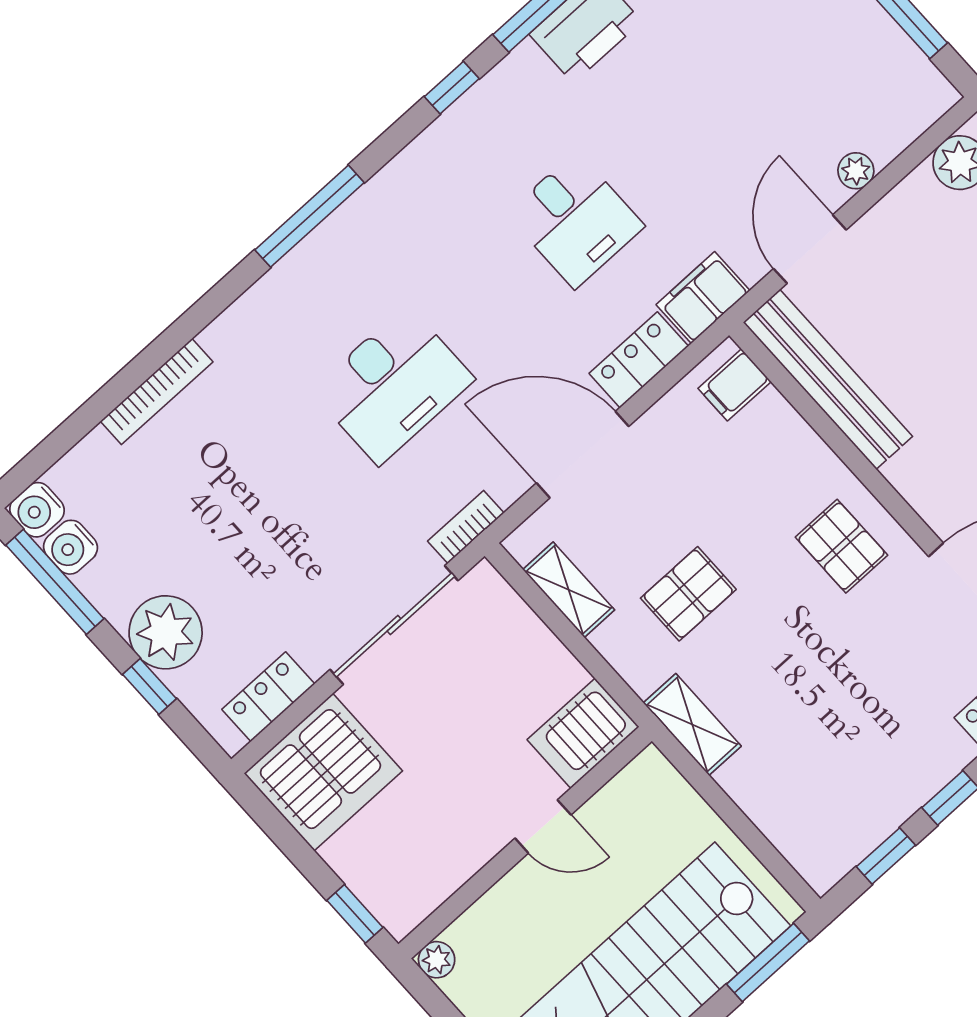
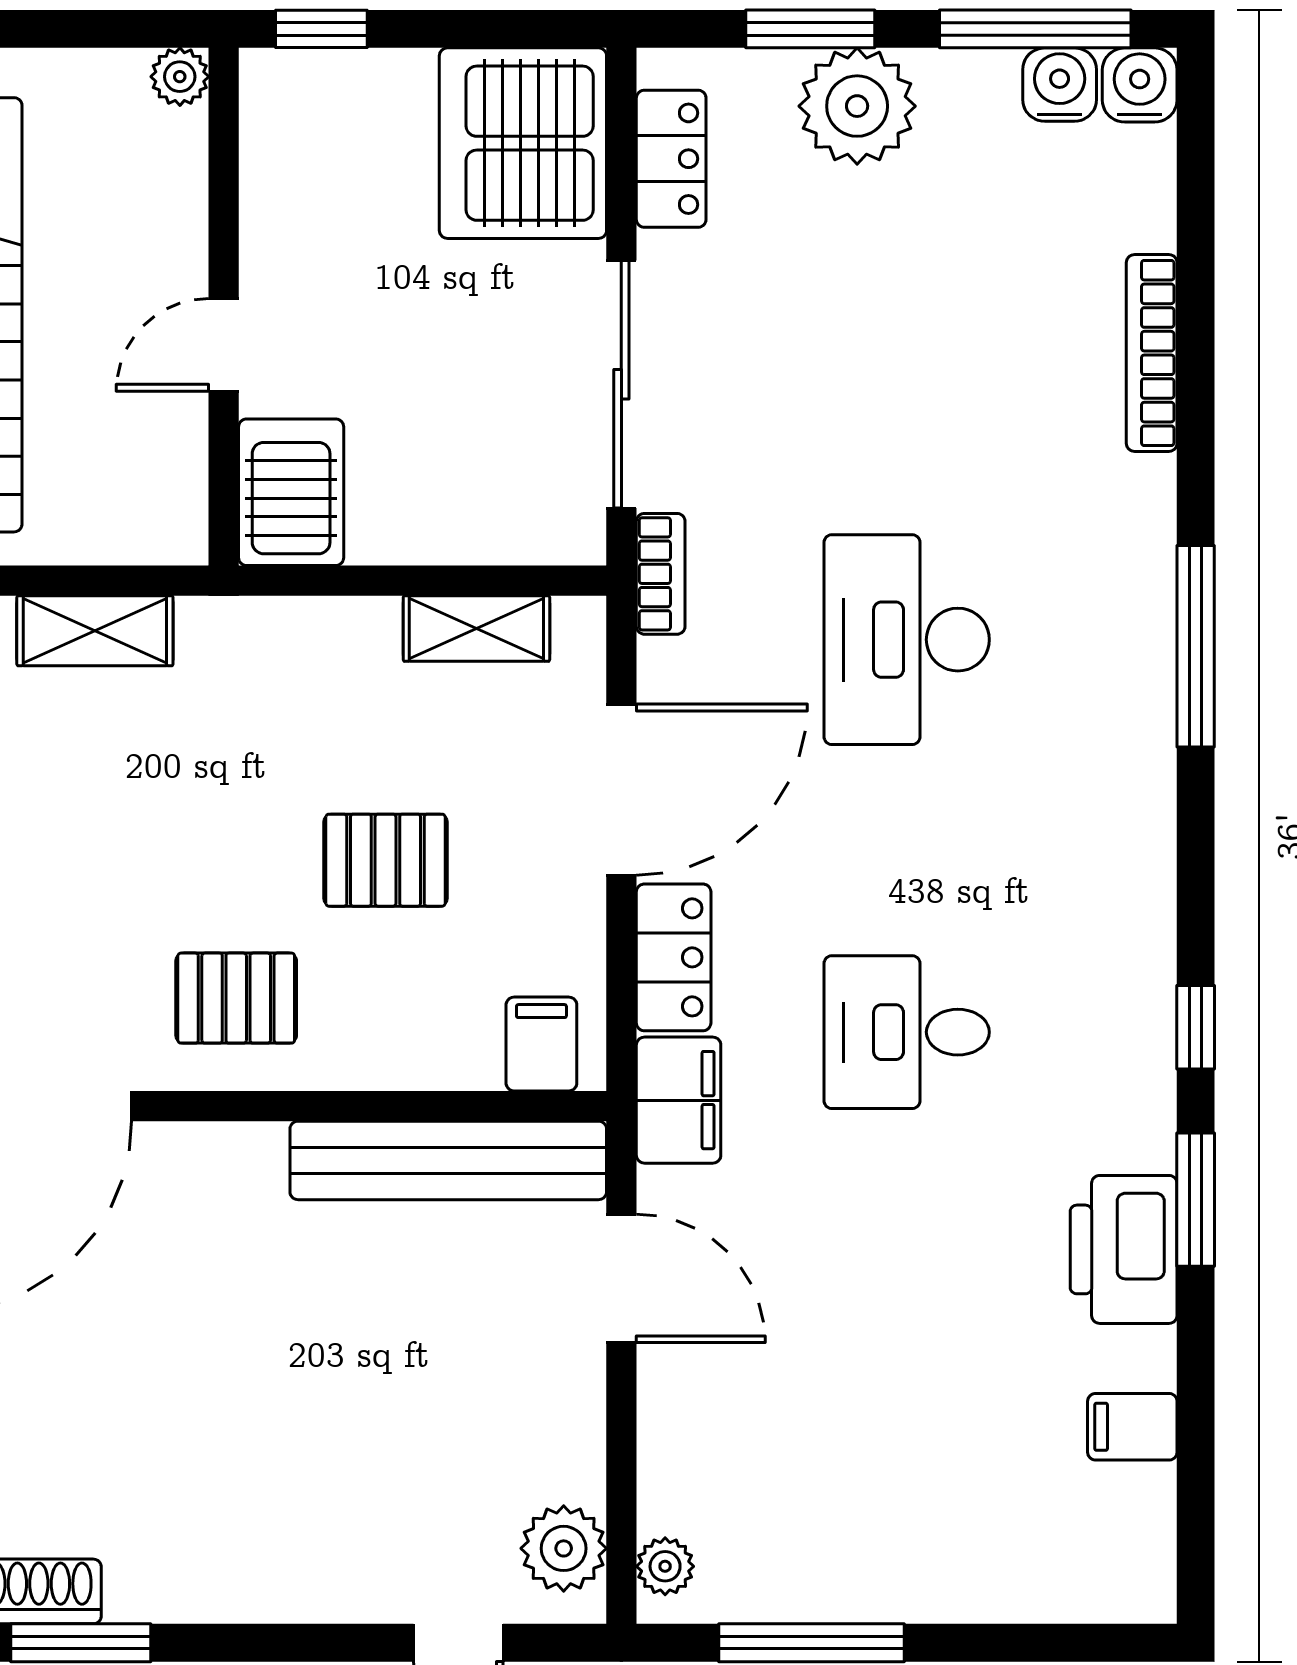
plant: (856, 171) -> (665, 1566), moved
window: (309, 216) -> (1196, 646), moved
pallet: (688, 594) -> (386, 860), moved, turned 90
window: (149, 687) -> (810, 29), width x1.50
shelving: (692, 725) -> (95, 631), moved

